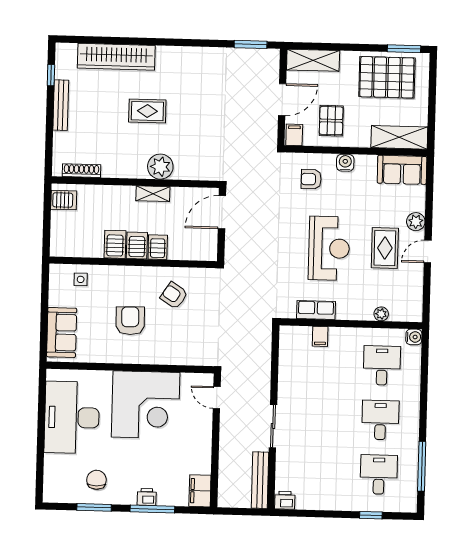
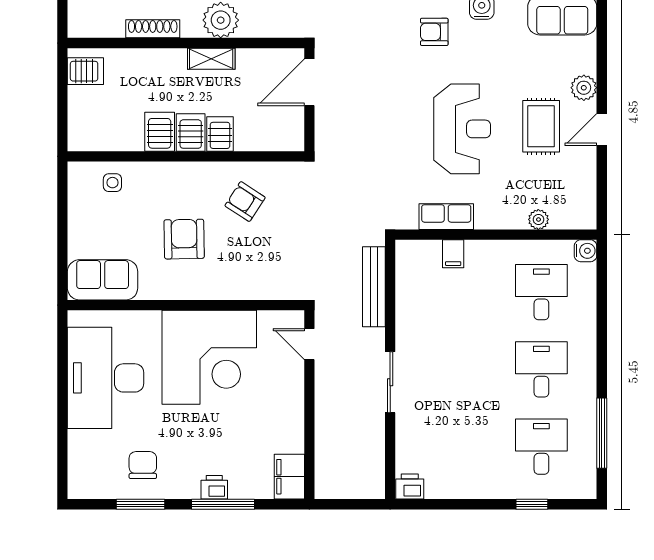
shoe rack: (81, 171) -> (153, 29), moved
sofa: (62, 332) -> (103, 280), moved, turned -90
bench: (260, 480) -> (374, 287), moved

